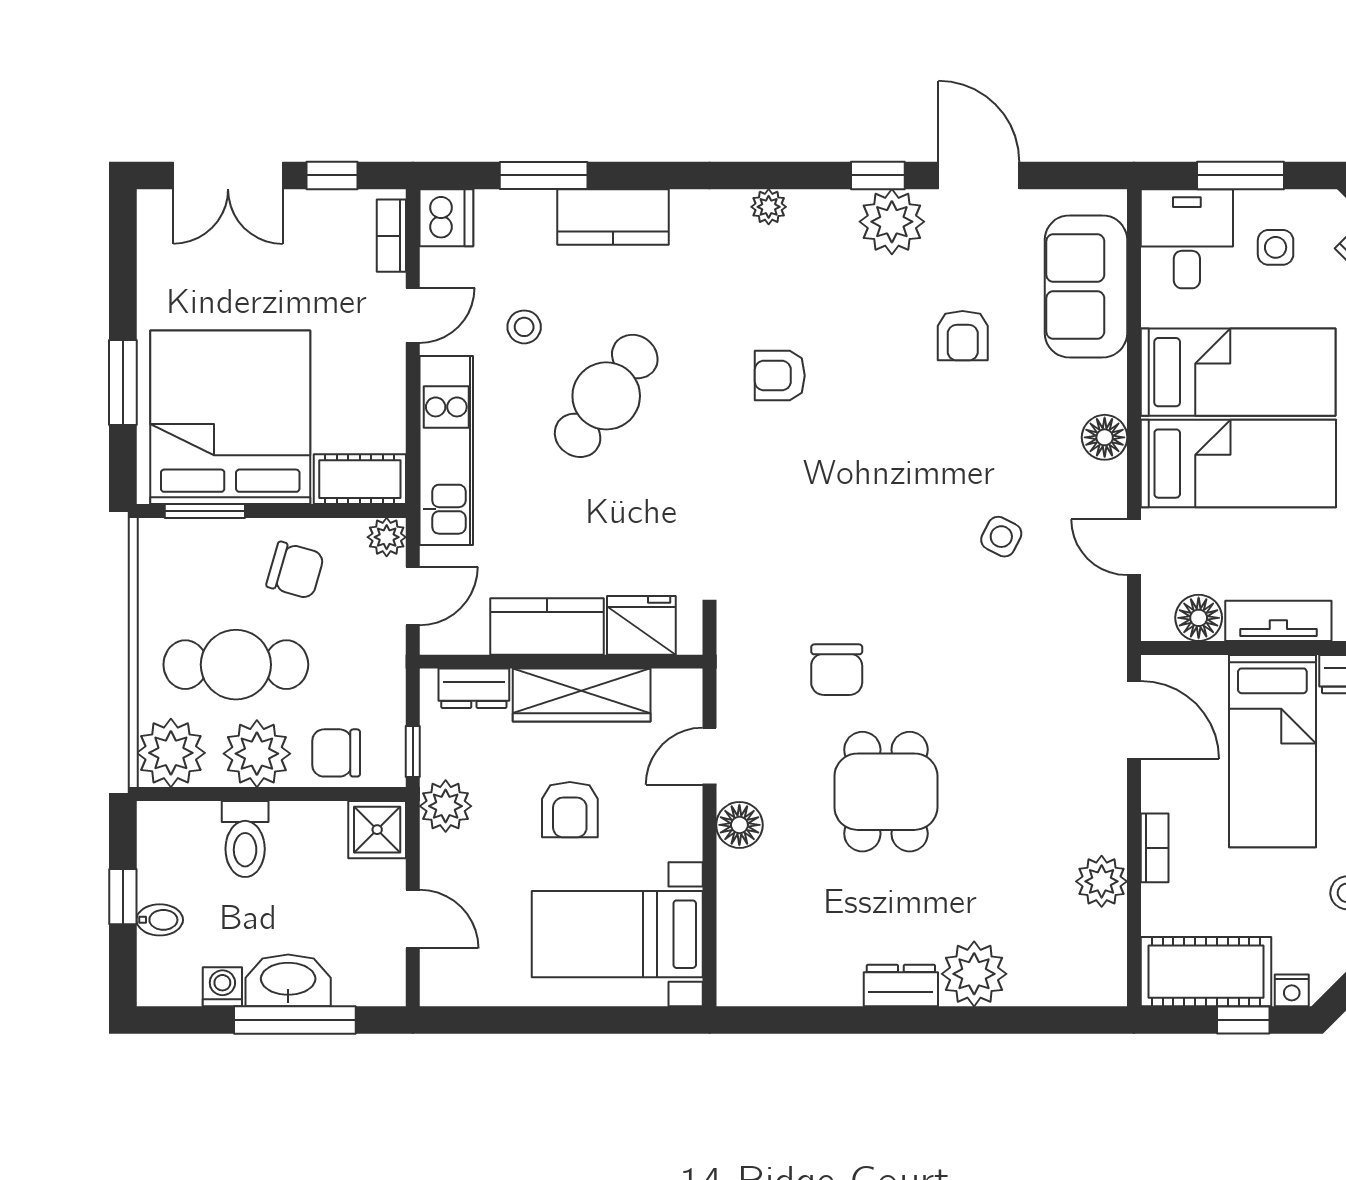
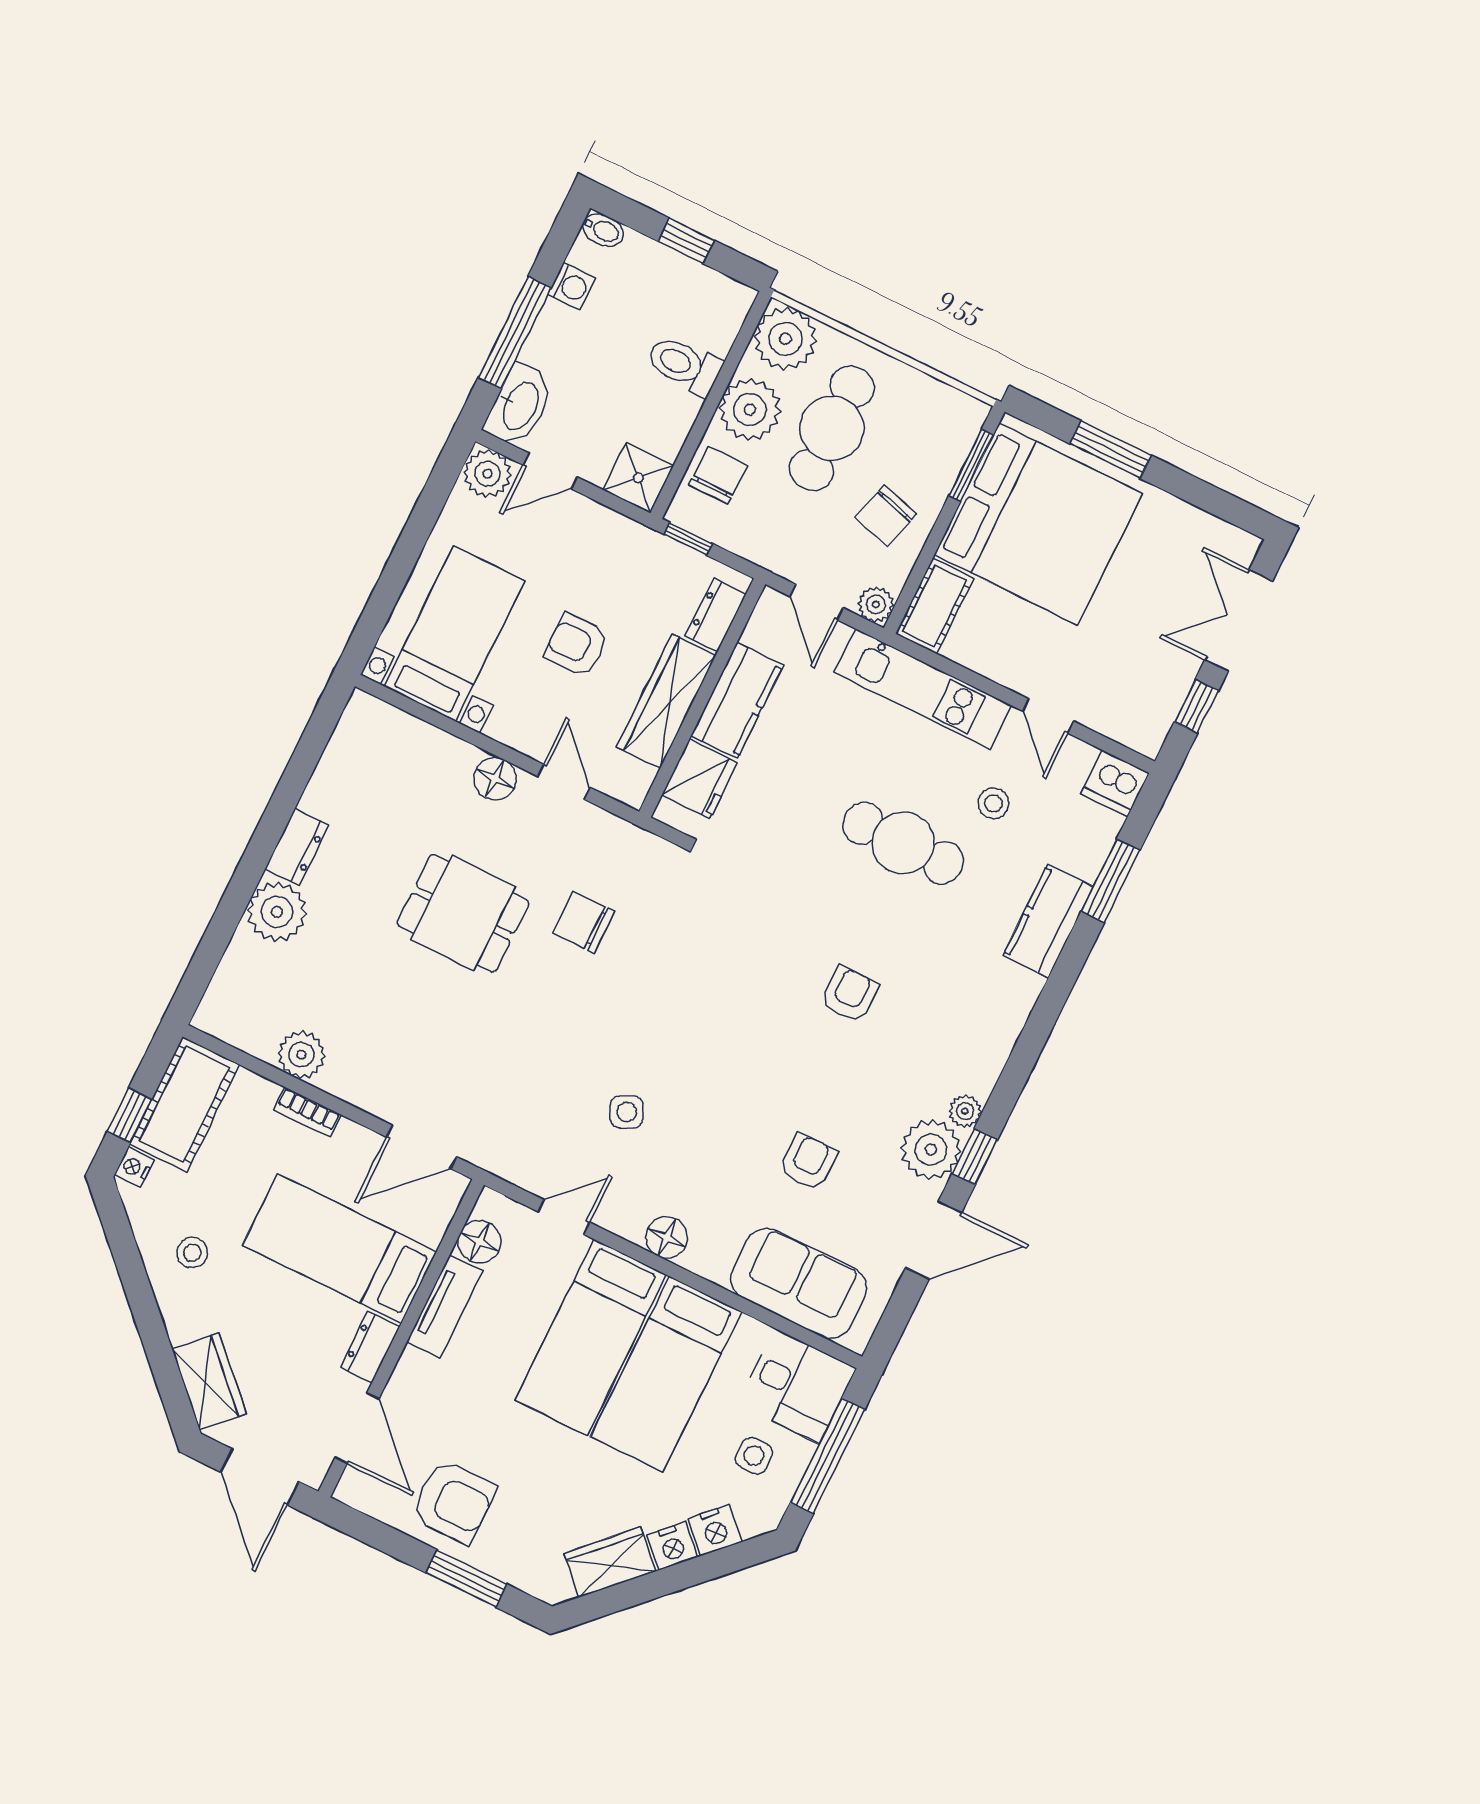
window: (1240, 175) -> (828, 1456), width x1.44
plant: (769, 207) -> (965, 1111), moved
bookcase: (391, 236) -> (1123, 731), removed
armchair: (963, 336) -> (808, 1162), turned 90
cafe table: (606, 396) -> (903, 843), turned -36
side table: (1001, 537) -> (627, 1112), turned 36
plant: (446, 806) -> (488, 474), moved
bidet: (160, 920) -> (603, 230), moved, turned -90
washbasin: (288, 980) -> (520, 405), moved

